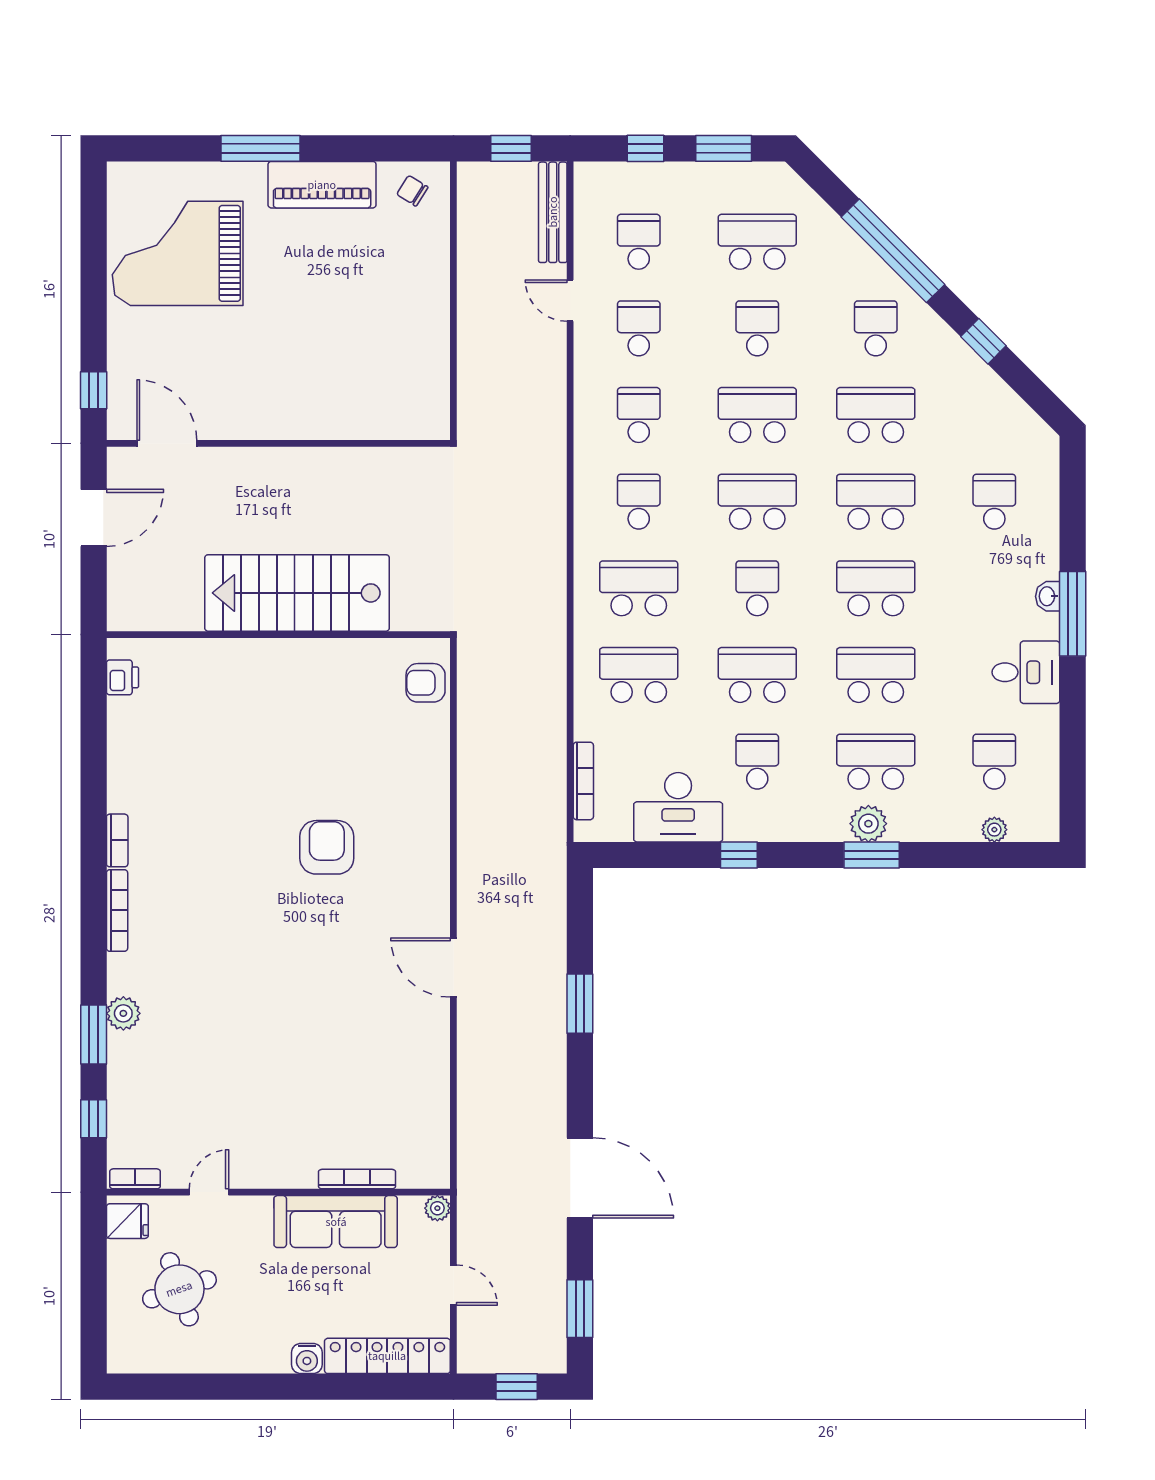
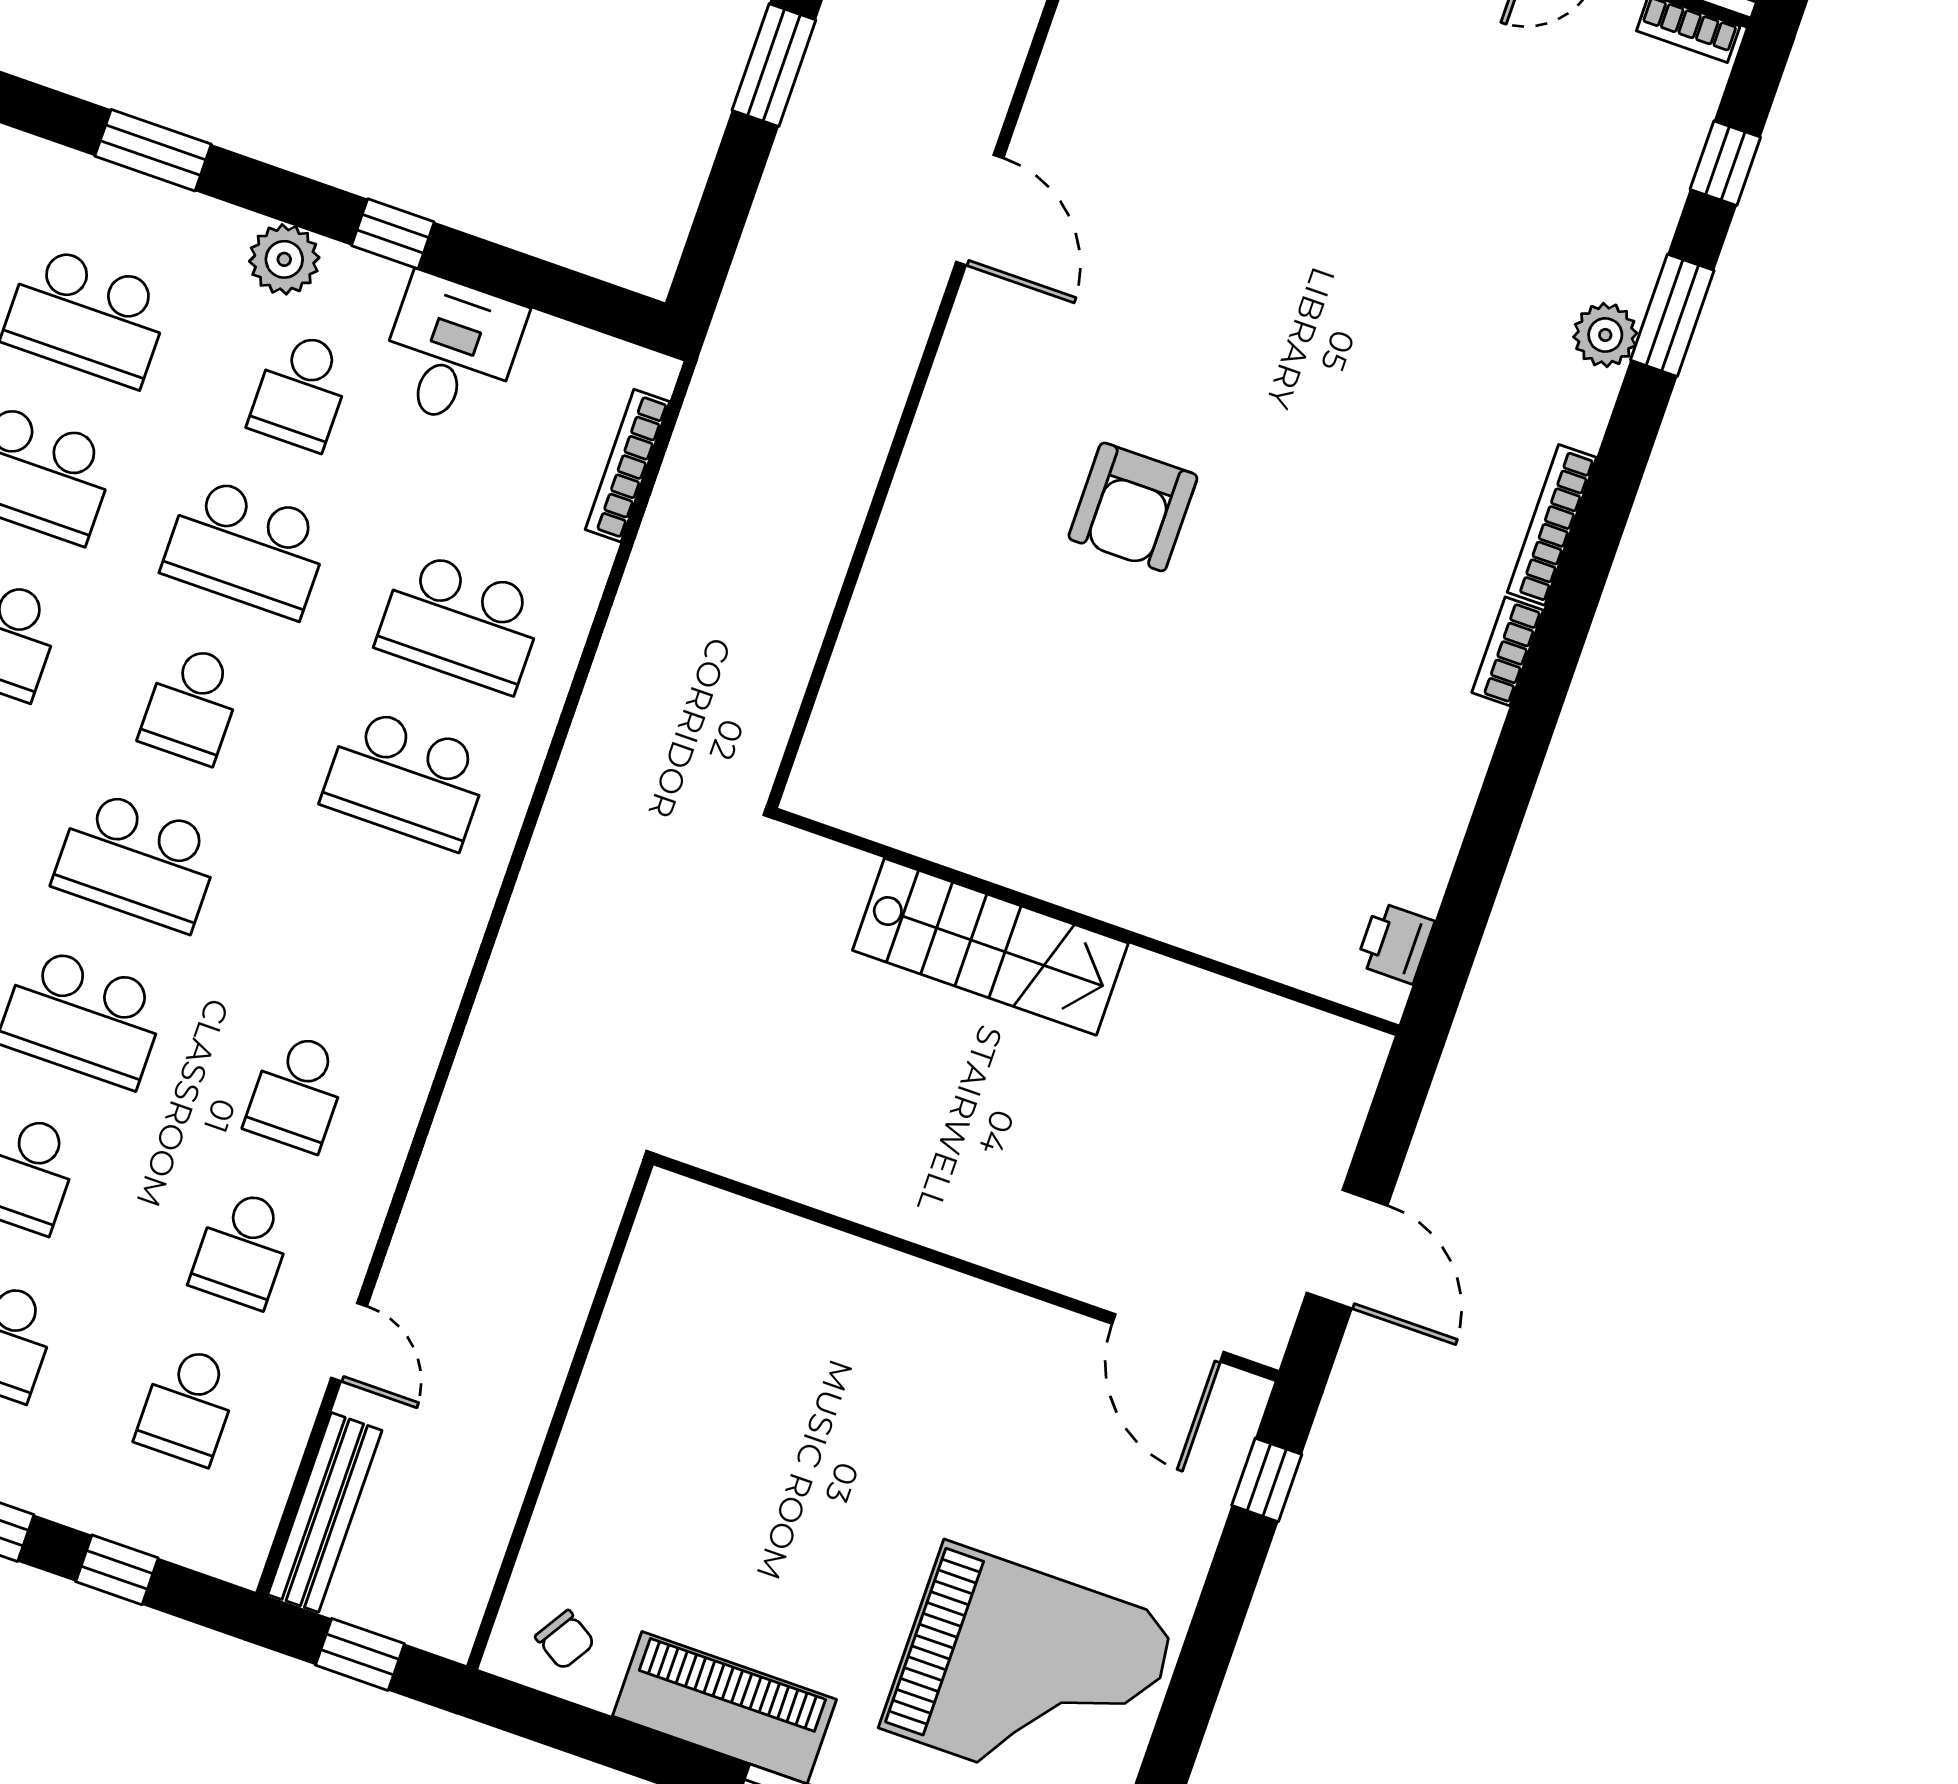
school desk: (639, 502) -> (352, 935), removed
door: (94, 518) -> (1347, 1249), swing flipped
stairs: (297, 593) -> (990, 947), width x0.73, depth x0.66
armchair: (426, 683) -> (851, 742), removed
desk: (678, 807) -> (451, 351), width x0.73
plant: (868, 824) -> (284, 259), moved

